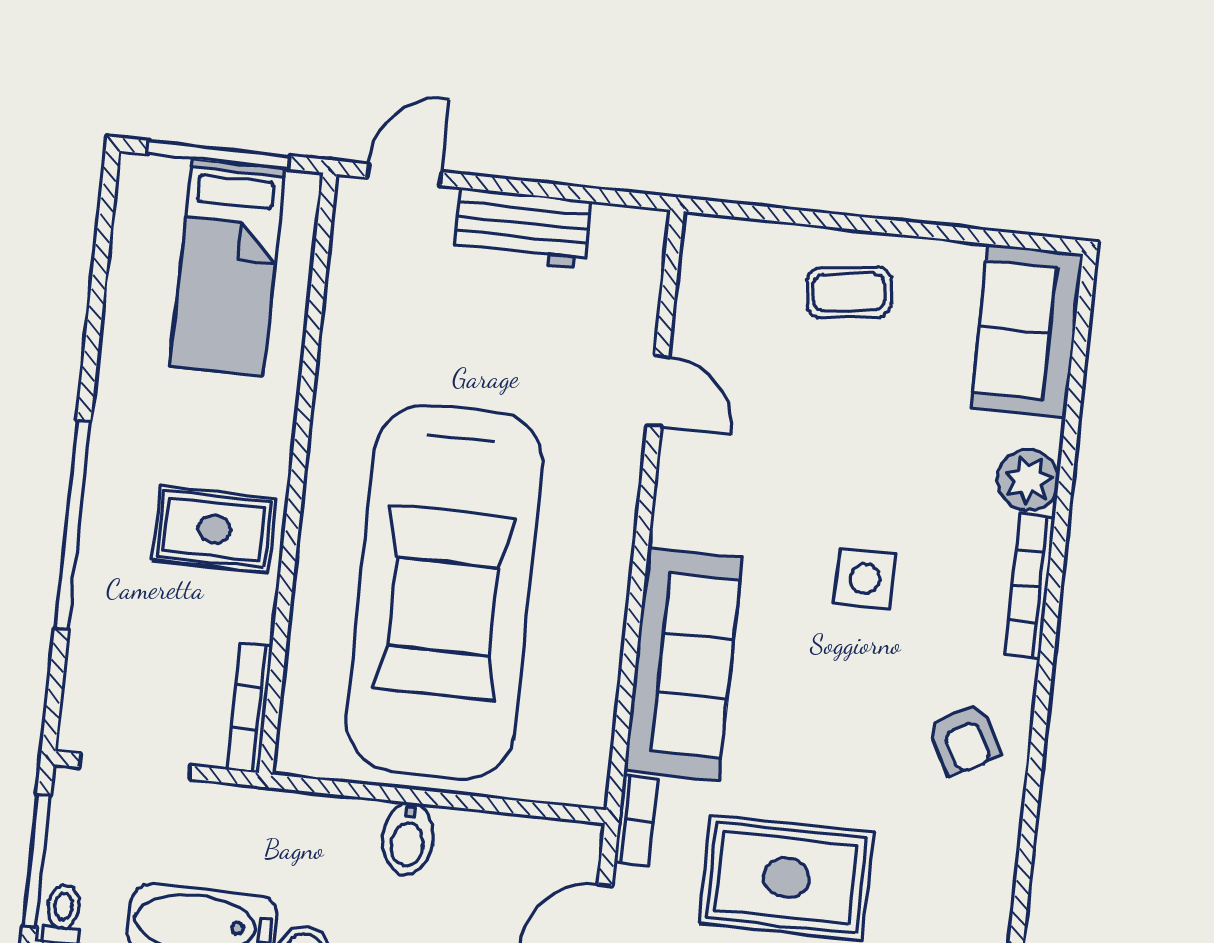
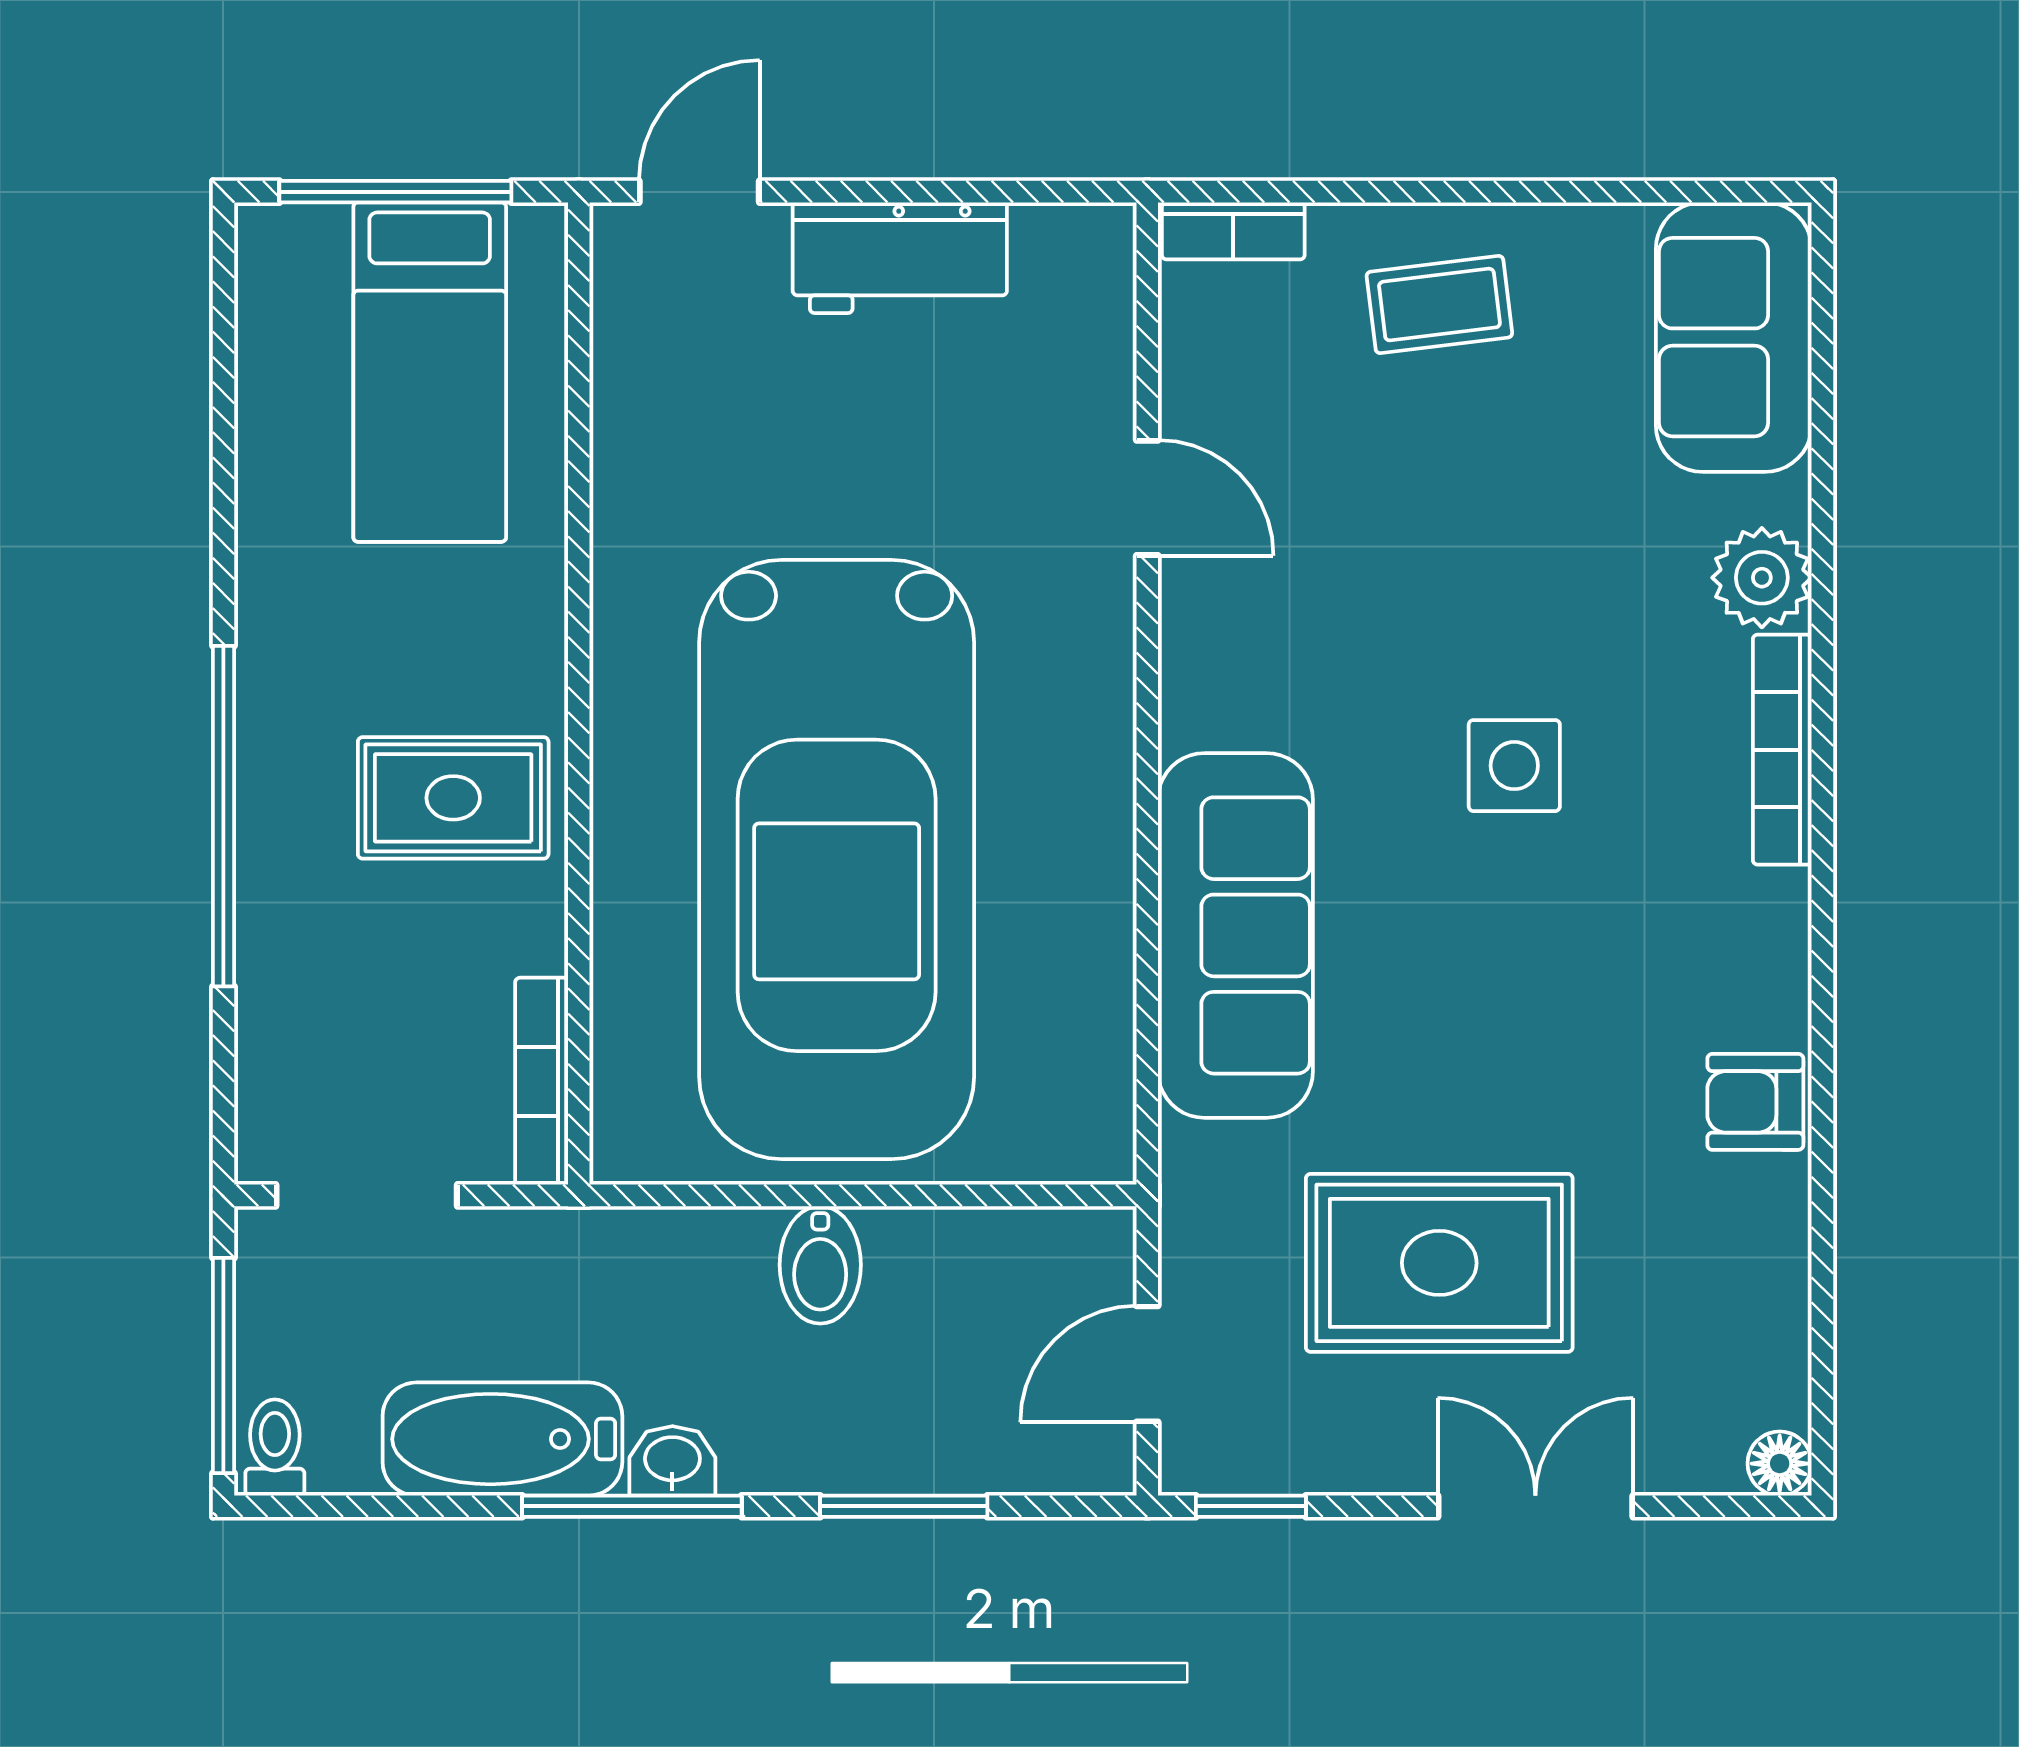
armchair: (964, 739) -> (1755, 1102), moved, turned 118
bookcase: (636, 821) -> (1233, 231), moved, turned 90

